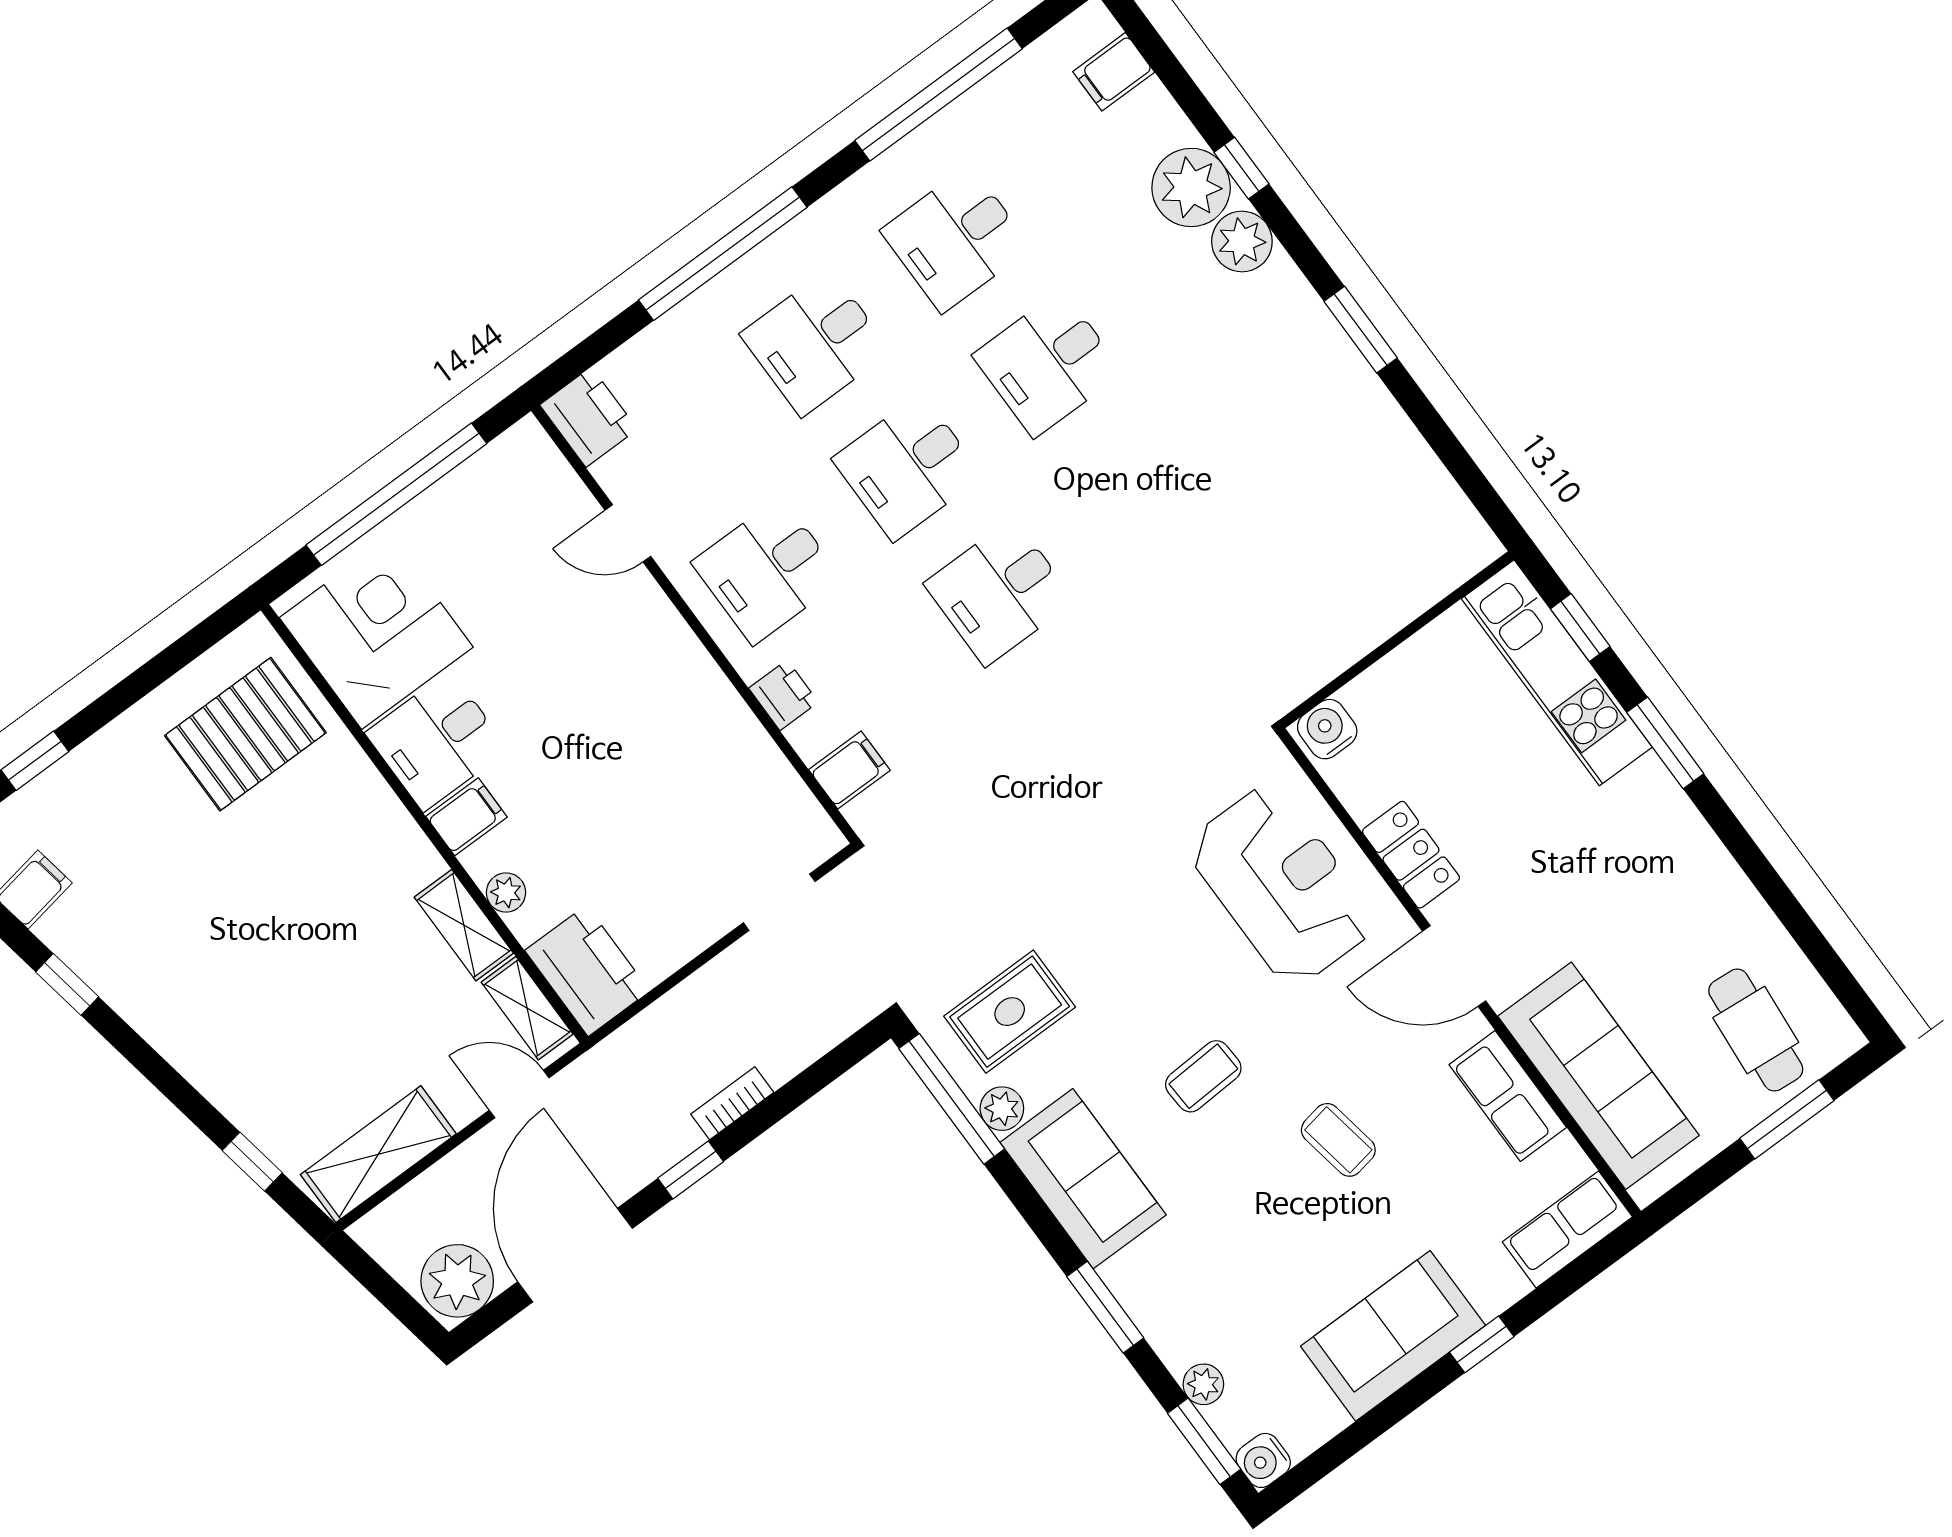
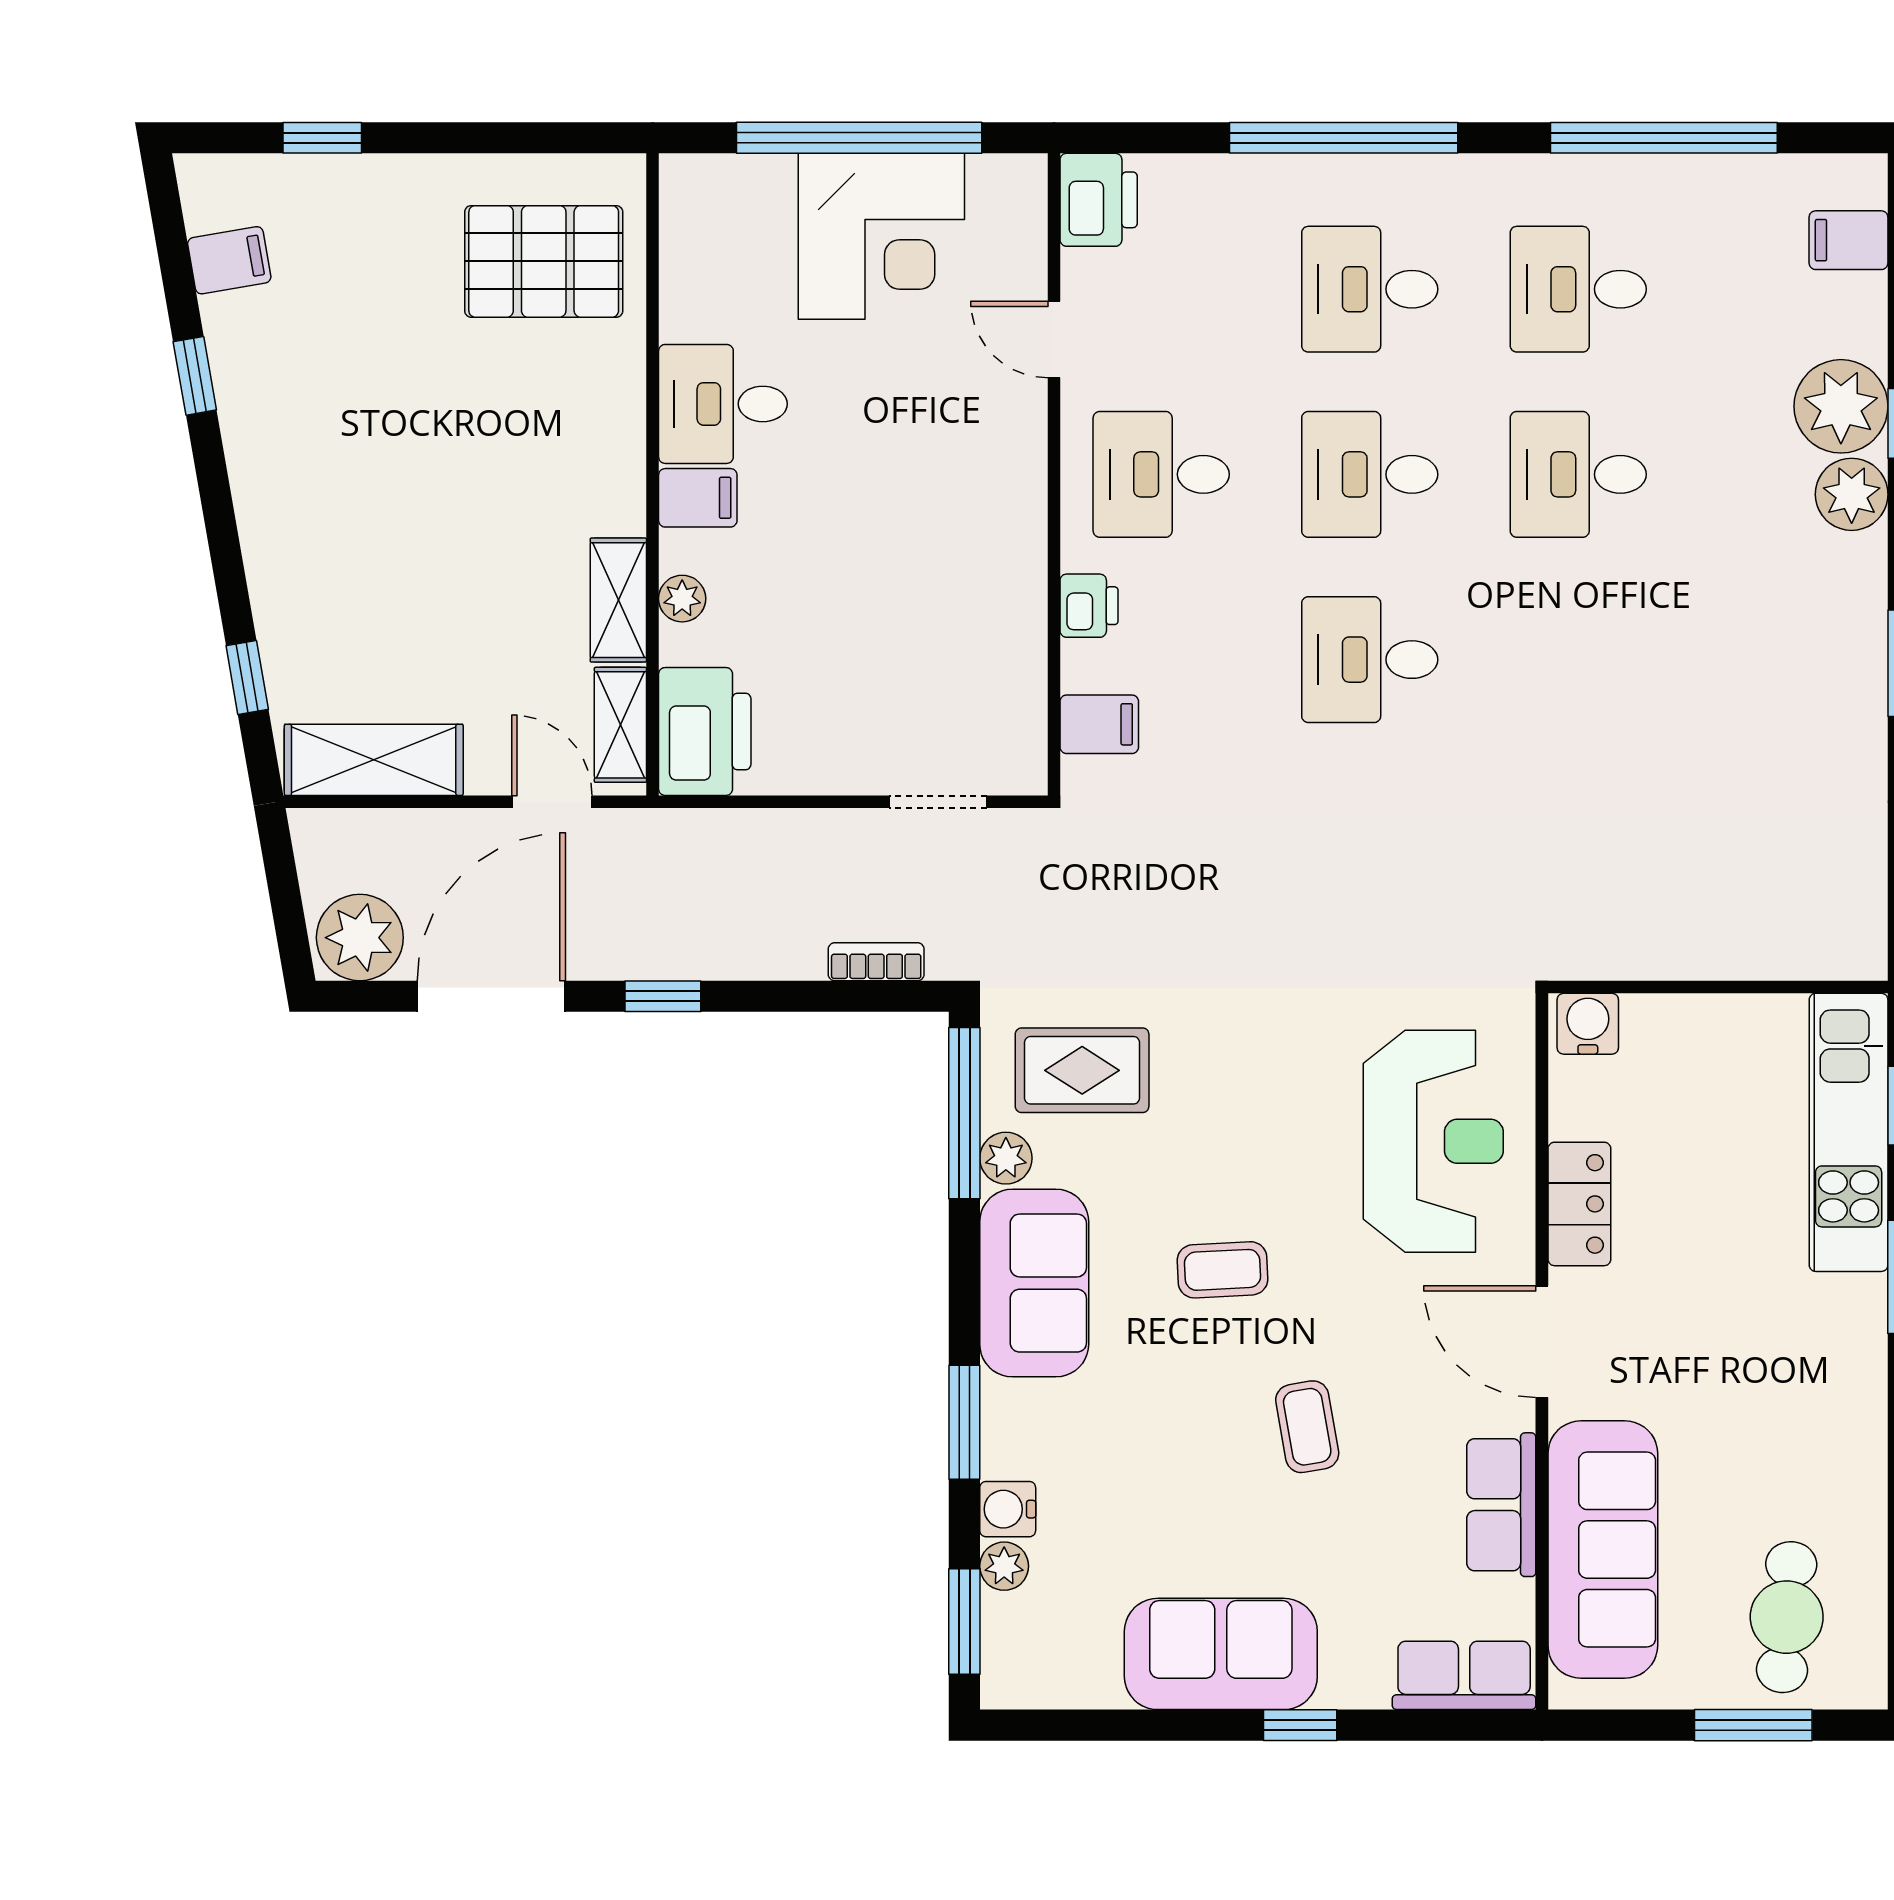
corner desk: (376, 632) -> (881, 236), moved, turned 90
bookcase: (732, 1103) -> (876, 962), moved
water cooler: (1263, 1460) -> (1008, 1509), moved

